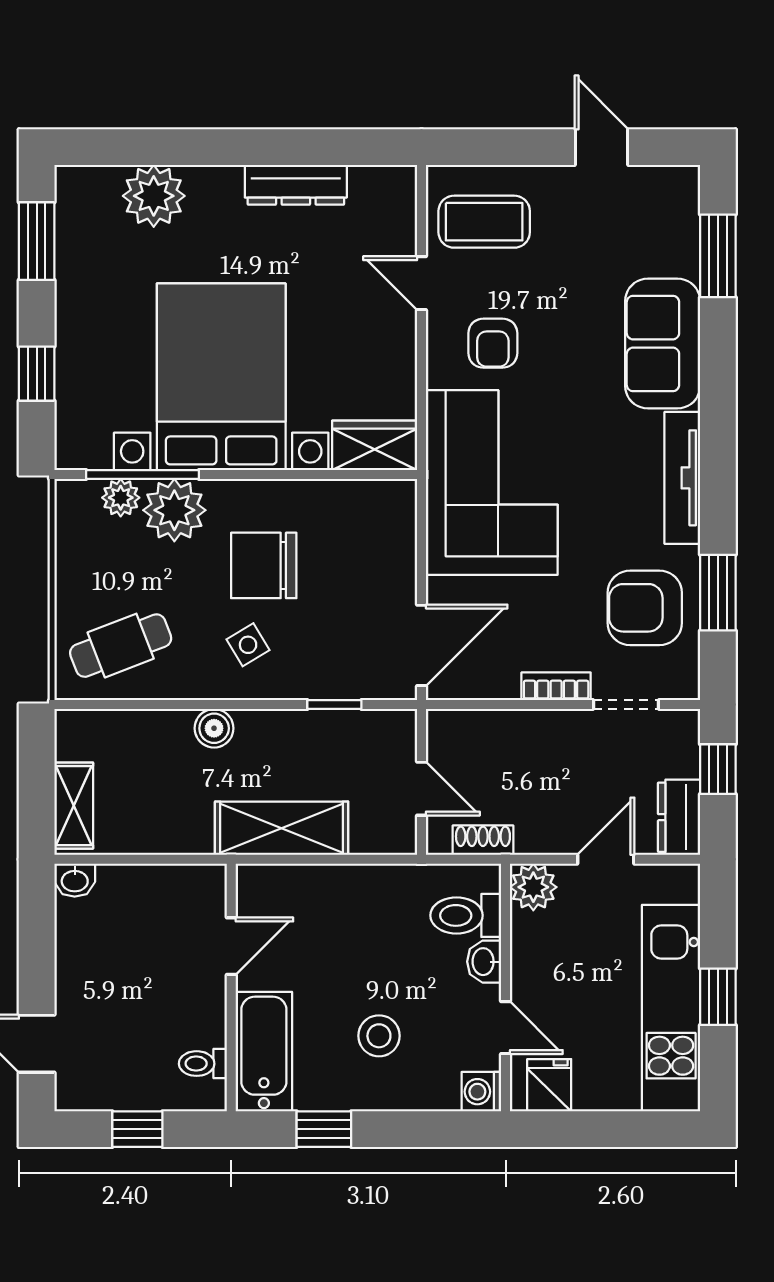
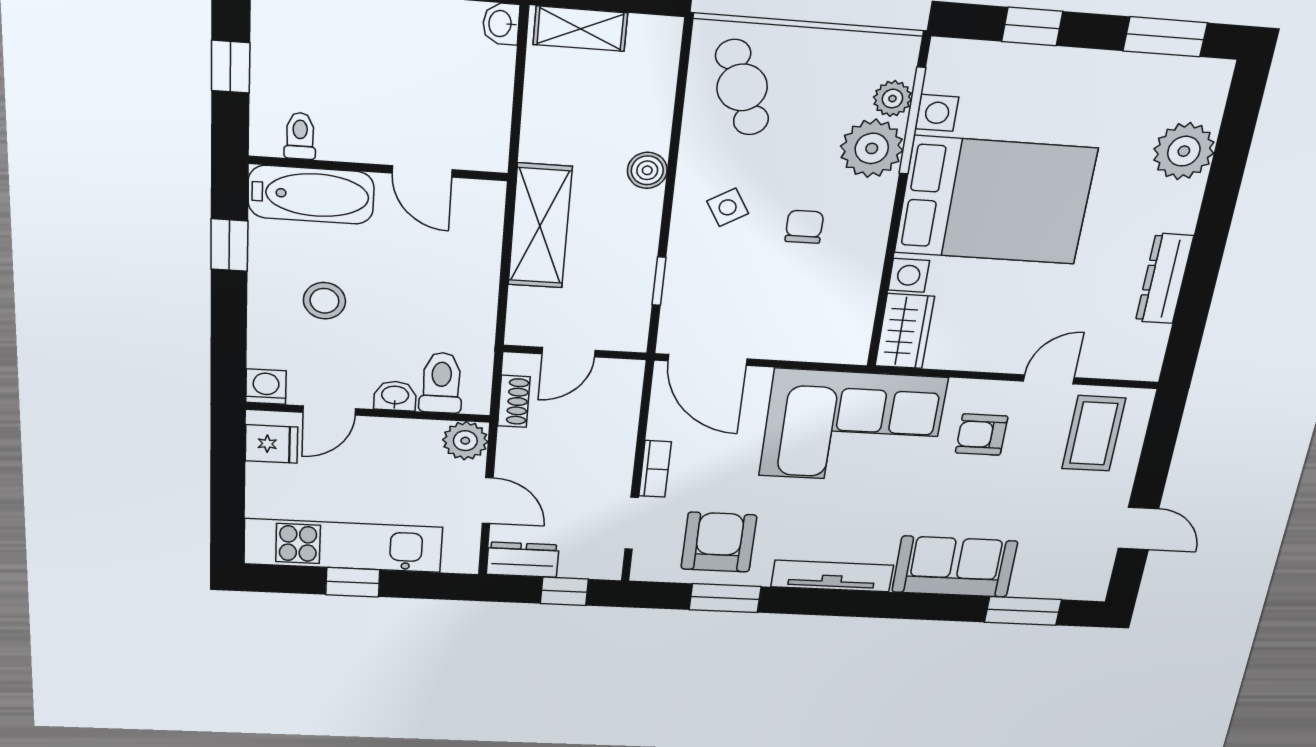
door: (601, 147) -> (1138, 528), hinge flipped
chair: (264, 565) -> (804, 227), width x0.54, depth x0.54

